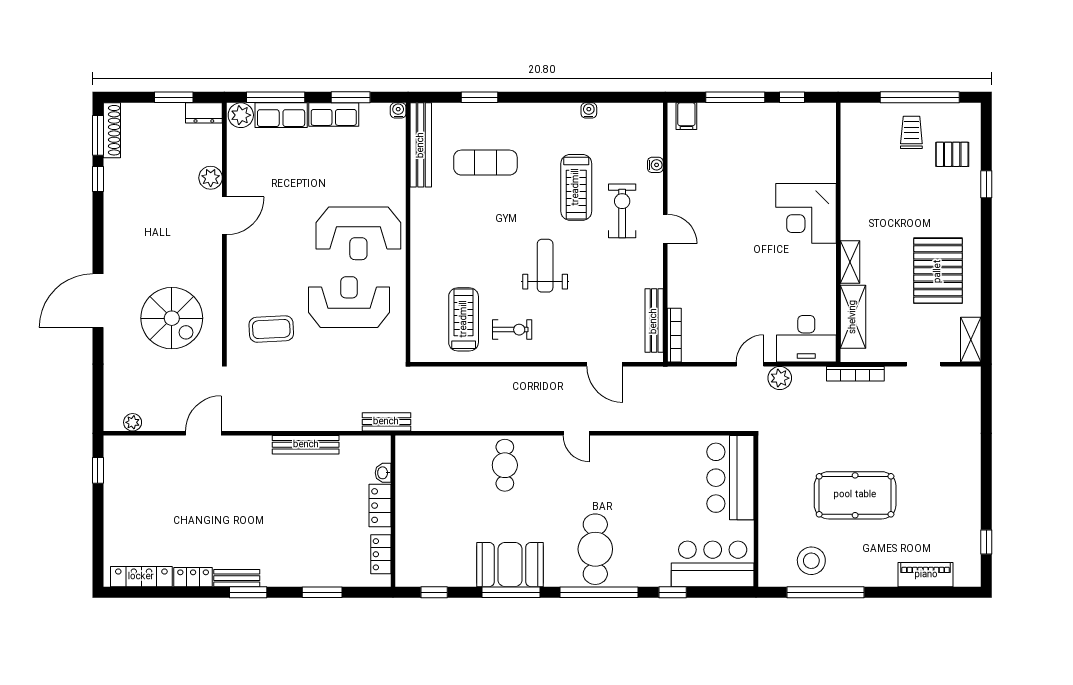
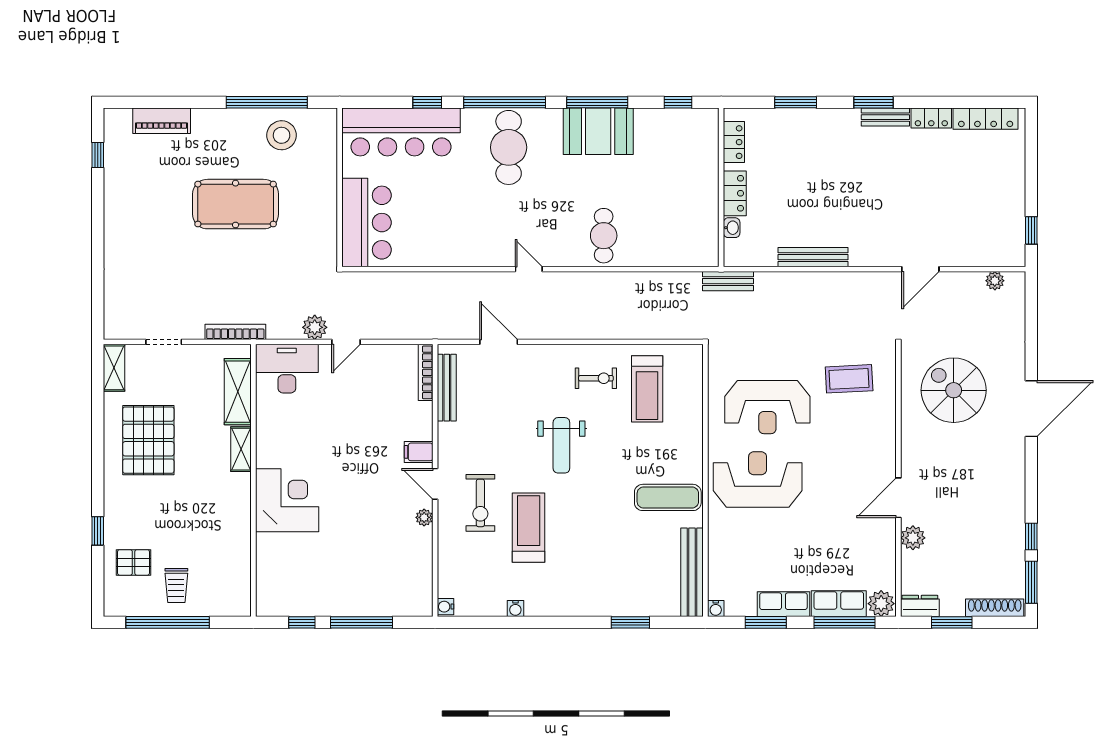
filing cabinet: (686, 116) -> (419, 452), moved, turned -90
shoe rack: (112, 130) -> (995, 608), moved, turned 90
exercise mat: (485, 163) -> (668, 497), moved
water cooler: (655, 165) -> (445, 607), moved
plant: (676, 197) -> (424, 517), added
exercise bike: (512, 330) -> (596, 378), turned 180
bar counter: (713, 564) -> (401, 132), width x1.36

